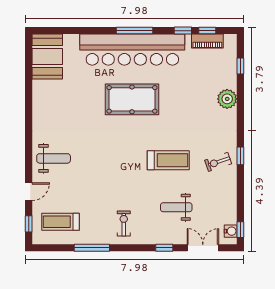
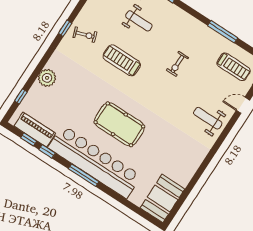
piano: (207, 41) -> (35, 130), width x1.37, depth x1.33
exercise bike: (124, 224) -> (177, 64), moved

